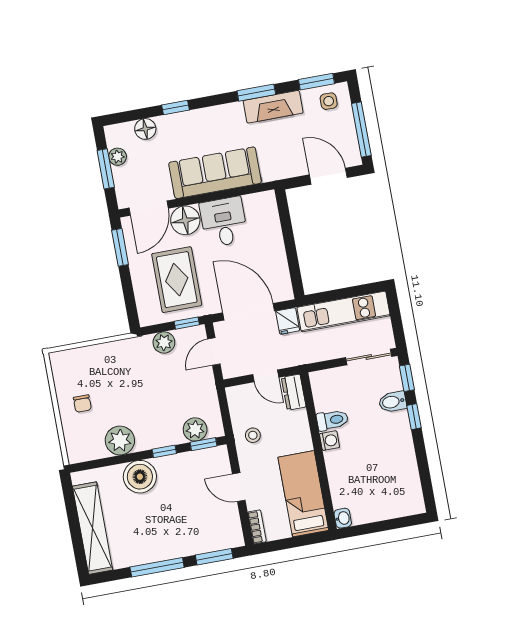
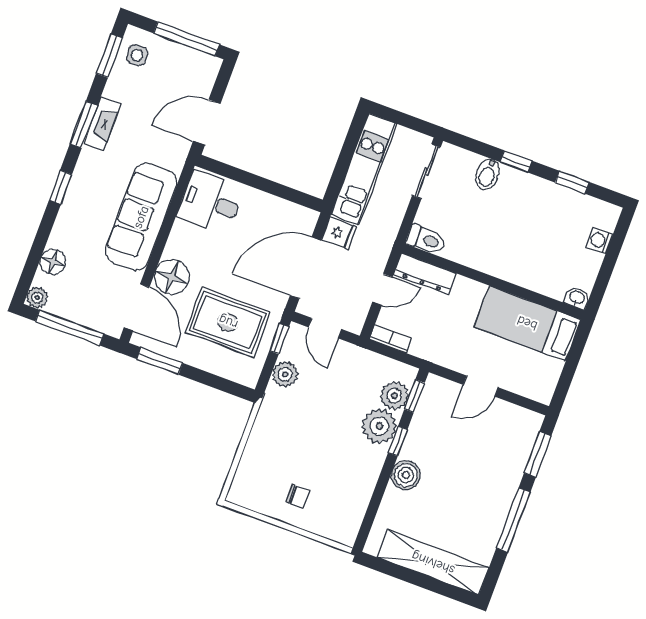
window: (175, 107) -> (60, 187), moved
fireplace: (273, 107) -> (102, 124), width x0.73, depth x0.76
plant: (118, 157) -> (37, 298), moved
window: (106, 169) -> (70, 328), width x1.44
door: (328, 176) -> (207, 122), moved
desk: (224, 222) -> (211, 202), moved
window: (407, 378) -> (572, 182), moved
dresser: (294, 392) -> (425, 274), width x1.44
toilet: (332, 420) -> (426, 240), moved, turned 90
stool: (253, 435) -> (436, 339), removed
plant: (120, 440) -> (379, 426), moved
washing machine: (330, 441) -> (599, 240), moved, turned -90
boiler: (140, 477) -> (406, 475), width x0.73, depth x0.73
bookcase: (257, 527) -> (390, 339), moved

